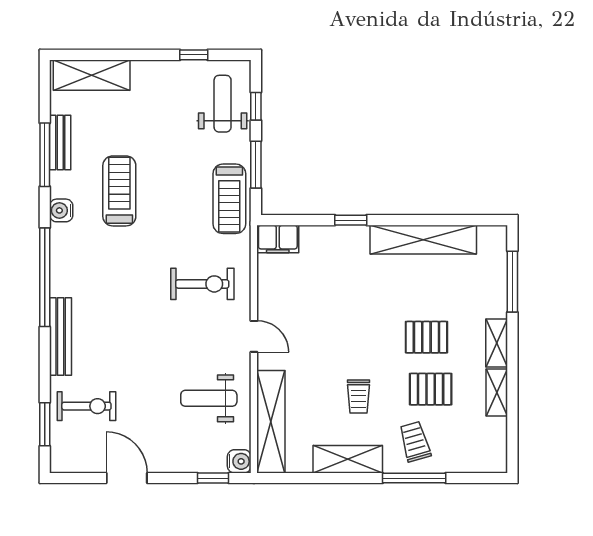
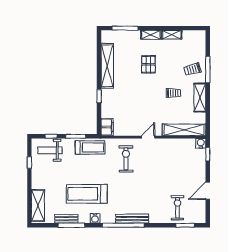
treadmill: (119, 191) -> (87, 194), width x1.37, depth x1.38
bench: (61, 336) -> (132, 219), moved
pallet: (431, 389) -> (170, 63), removed
weight bench: (209, 398) -> (174, 156), removed

